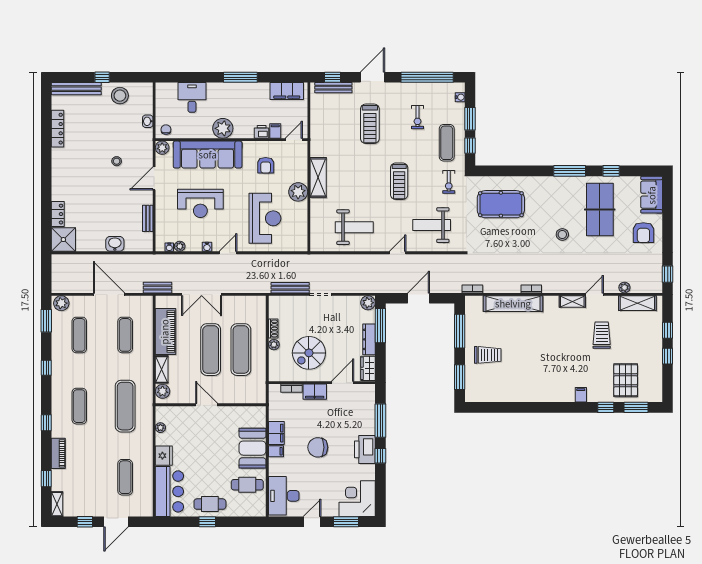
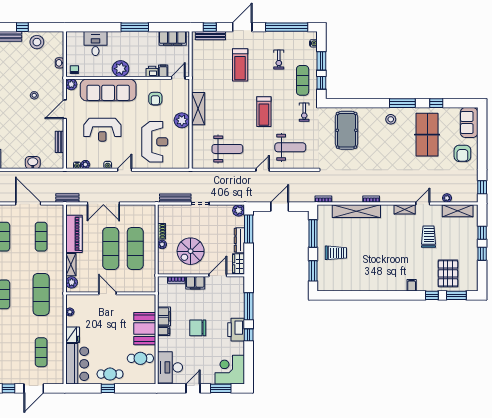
pool table: (501, 204) -> (347, 130), turned 90
weight bench: (432, 225) -> (290, 147), turned 180
stool: (562, 234) -> (391, 119), moved

